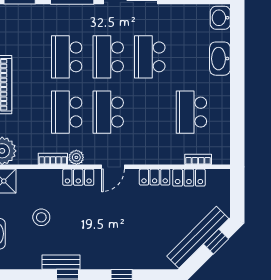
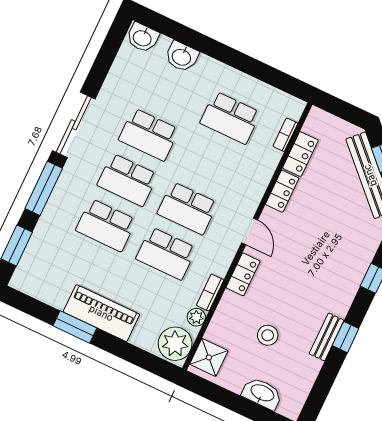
washbasin: (220, 59) -> (182, 57), width x0.72
plant: (76, 157) -> (196, 317), moved

